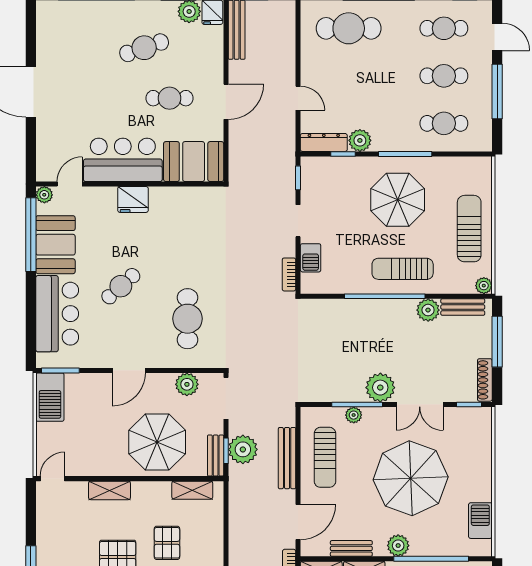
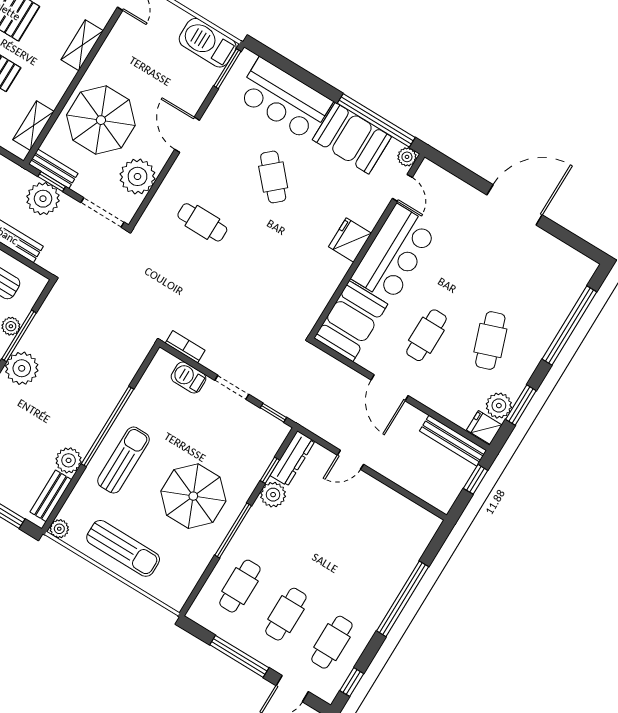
cafe table: (349, 28) -> (388, 550), removed
cafe table: (187, 319) -> (202, 222), width x0.73, depth x0.74
plant: (187, 384) -> (138, 176), width x1.36, depth x1.36

